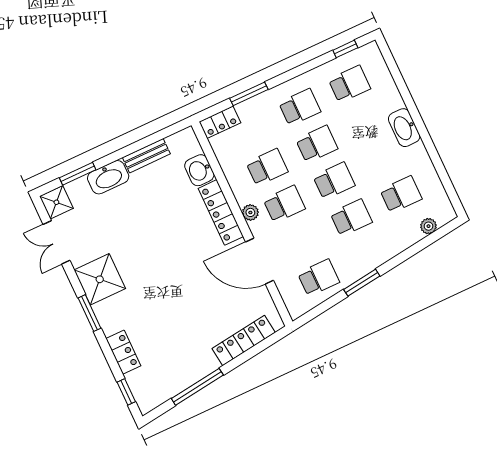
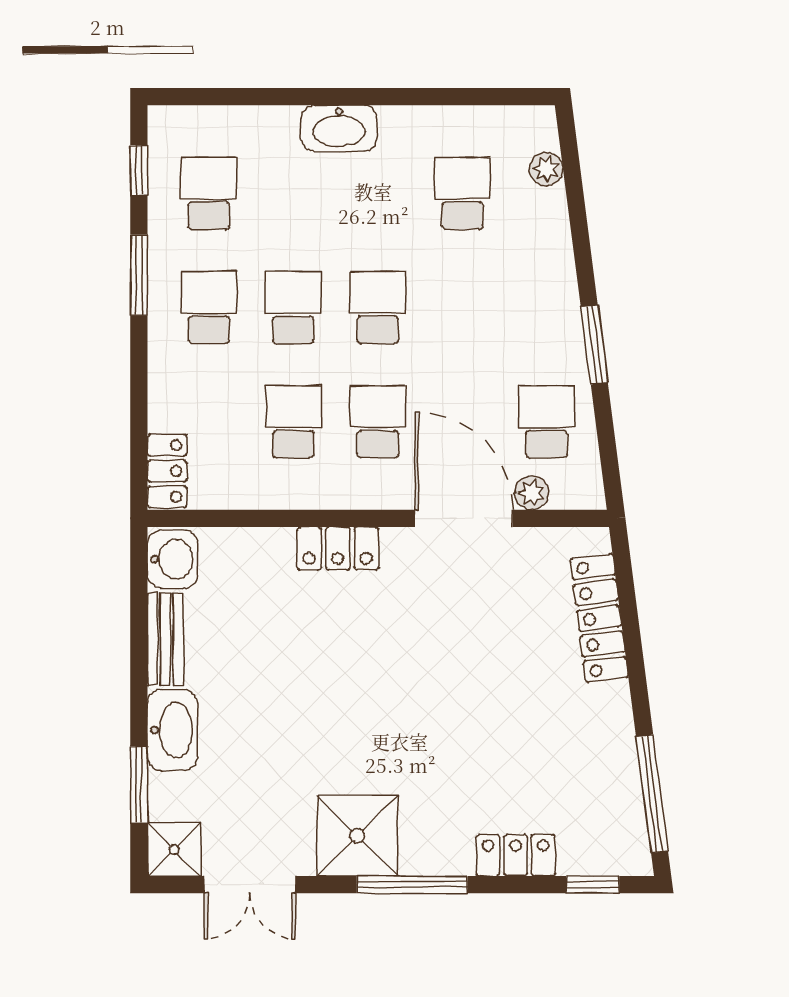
window: (249, 94) -> (139, 275), moved
washbasin: (199, 170) -> (173, 559), moved, turned -90
locker: (221, 212) -> (338, 548), width x0.66
plant: (250, 212) -> (532, 493), moved
school desk: (351, 218) -> (462, 307), removed
door: (260, 261) -> (464, 518), swing flipped
window: (89, 313) -> (412, 885), width x1.44
window: (197, 387) -> (652, 794), moved

